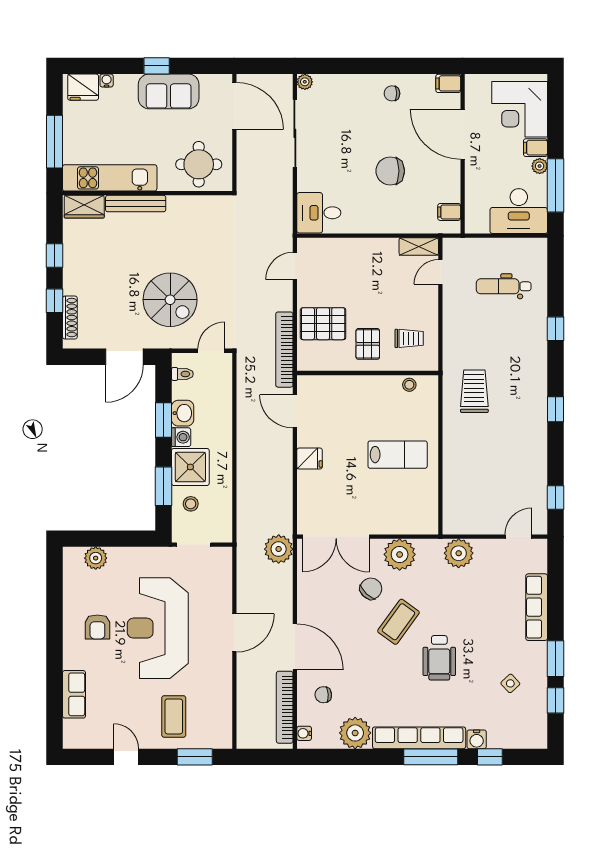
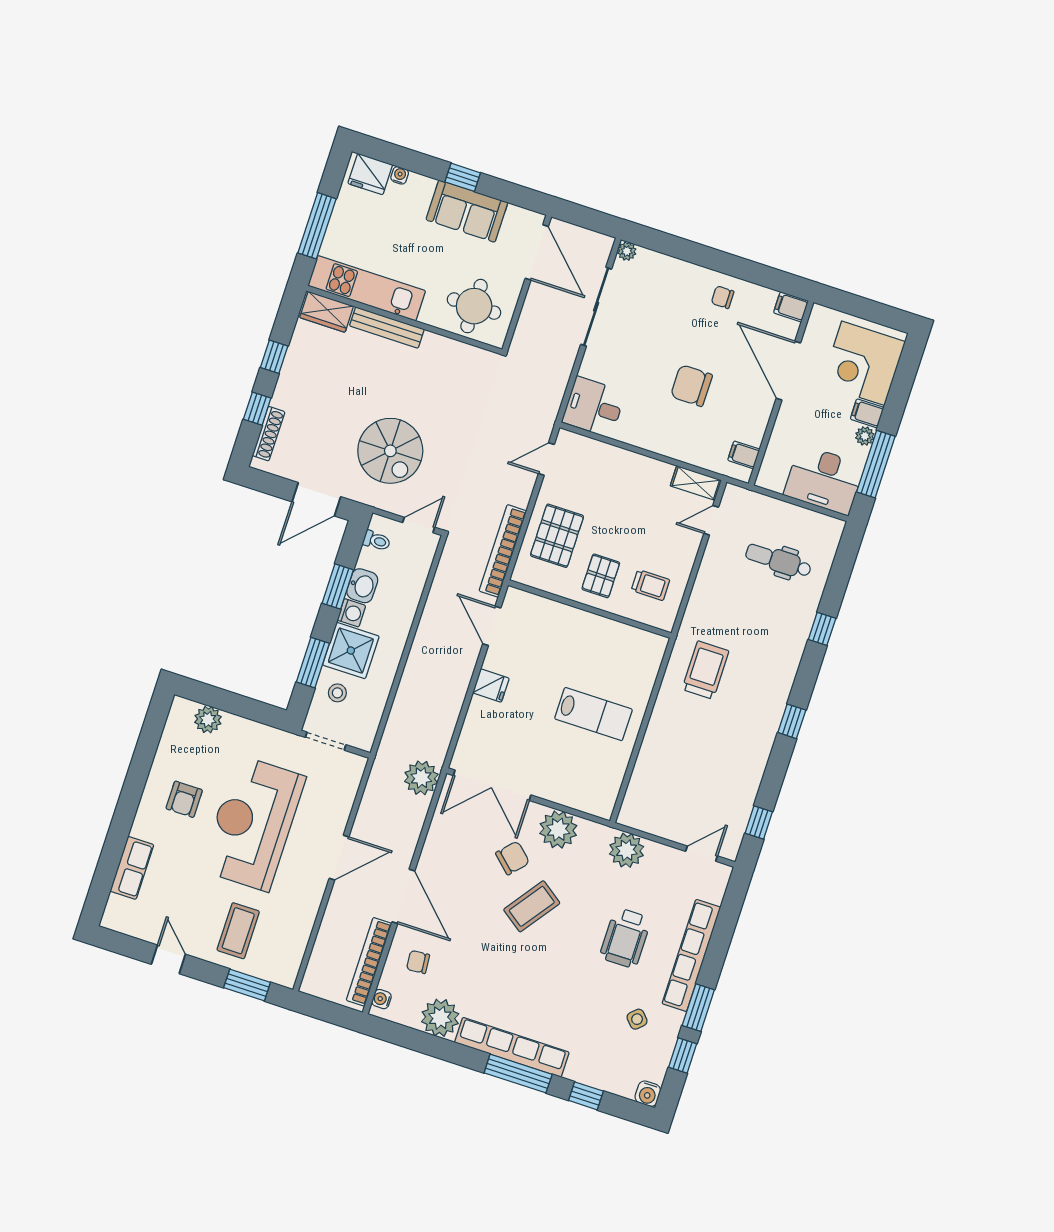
pallet: (323, 324) -> (557, 536), turned 90
stool: (409, 385) -> (633, 638), removed
row of seats: (537, 607) -> (691, 955), width x1.36
wheelchair: (439, 658) -> (625, 938), moved
water cooler: (477, 739) -> (648, 1094), moved

